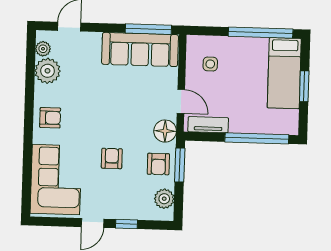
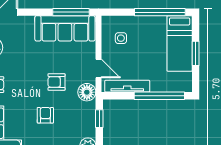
tv unit: (208, 125) -> (127, 86), width x1.41
armchair: (158, 164) -> (57, 82), moved, turned 90
window: (180, 165) -> (99, 119), width x0.67

